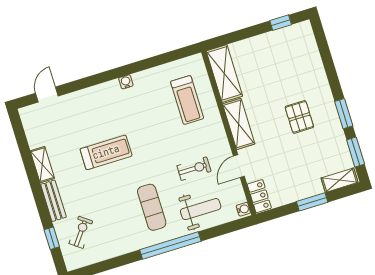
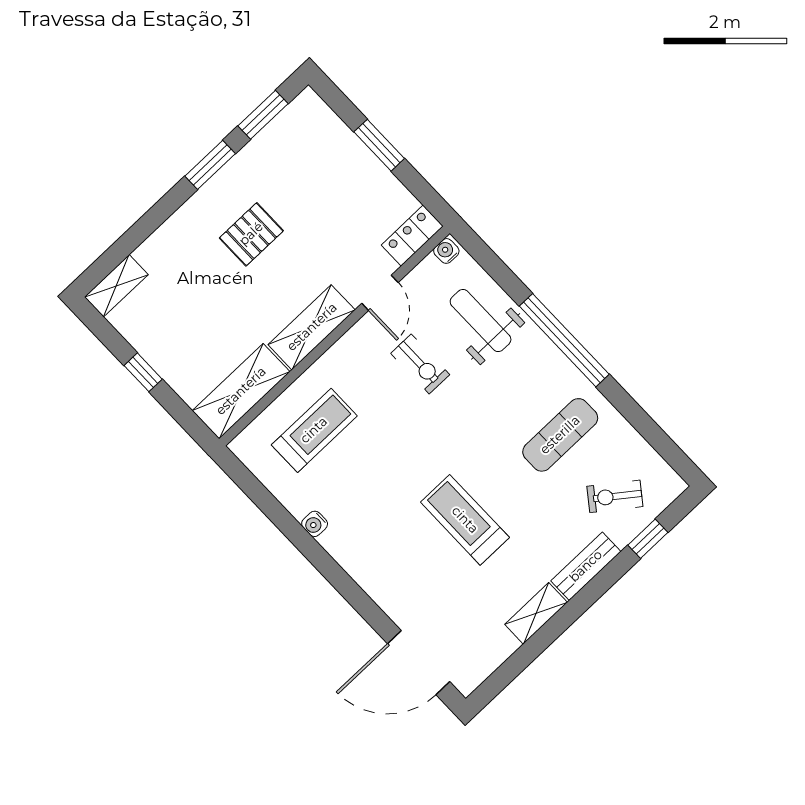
window: (281, 23) -> (143, 372), moved
water cooler: (126, 82) -> (315, 524), moved
door: (47, 95) -> (419, 663), width x1.87
door: (239, 166) -> (380, 293), hinge flipped
exercise bike: (194, 169) -> (420, 364), turned 180
shelving: (339, 180) -> (116, 286), moved, turned 90
exercise mat: (152, 207) -> (560, 435), moved

